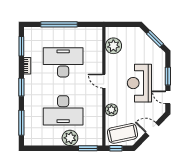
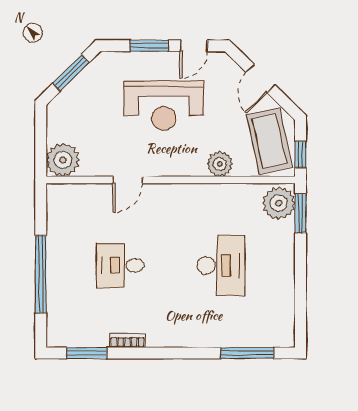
plant: (113, 46) -> (63, 160), moved
desk: (63, 62) -> (120, 265), width x0.53, depth x0.77
door: (104, 81) -> (128, 180), moved
window: (21, 87) -> (172, 353), removed
desk: (63, 110) -> (221, 265), width x0.73, depth x0.77
plant: (70, 138) -> (279, 203), moved

